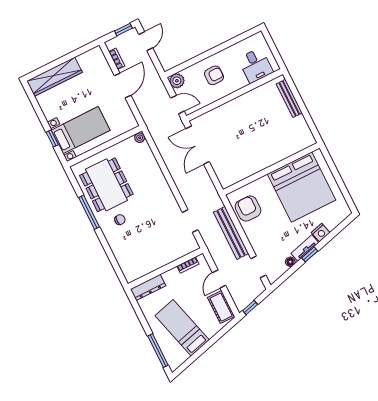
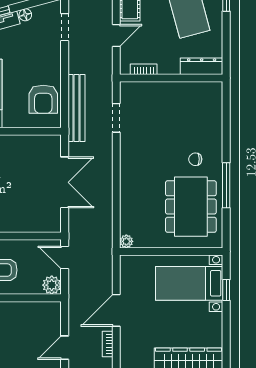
double door: (198, 145) -> (65, 182), moved
bench: (231, 233) -> (76, 108), moved

